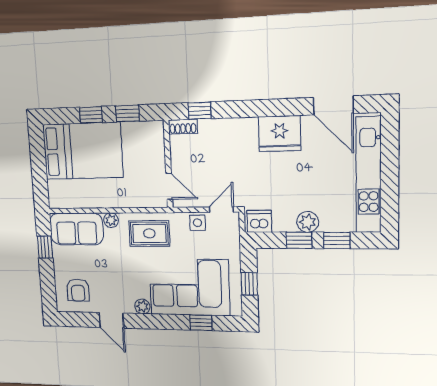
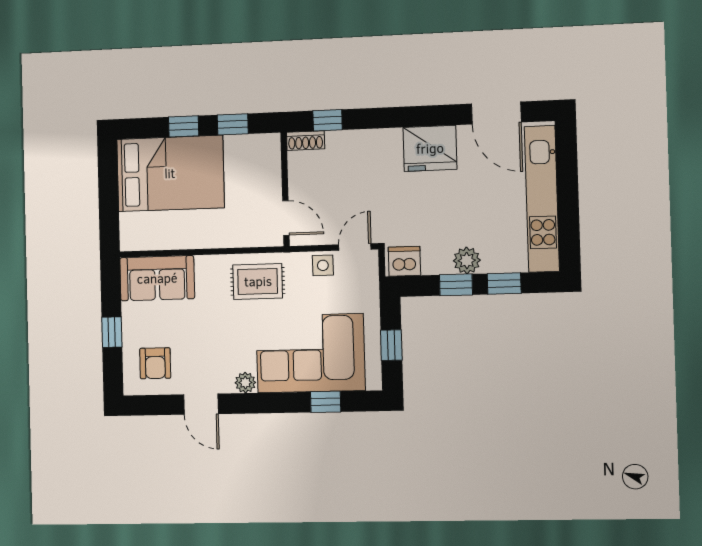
plant: (111, 220) -> (206, 265), removed
window: (45, 247) -> (112, 332), moved

